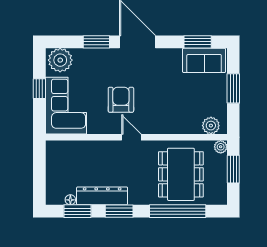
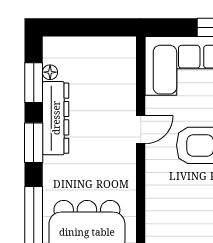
door: (131, 137) -> (141, 130), moved

